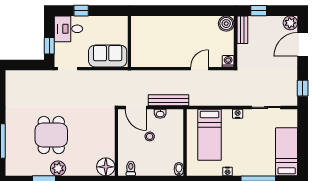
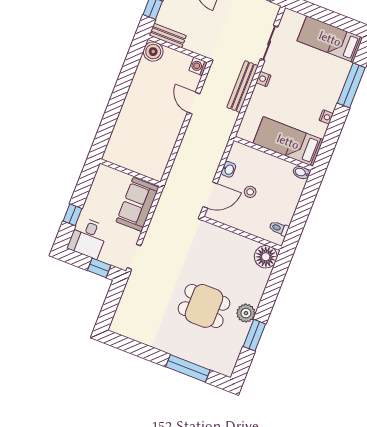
bench: (169, 100) -> (242, 87), moved
bed: (210, 135) -> (288, 142), moved, turned 180

